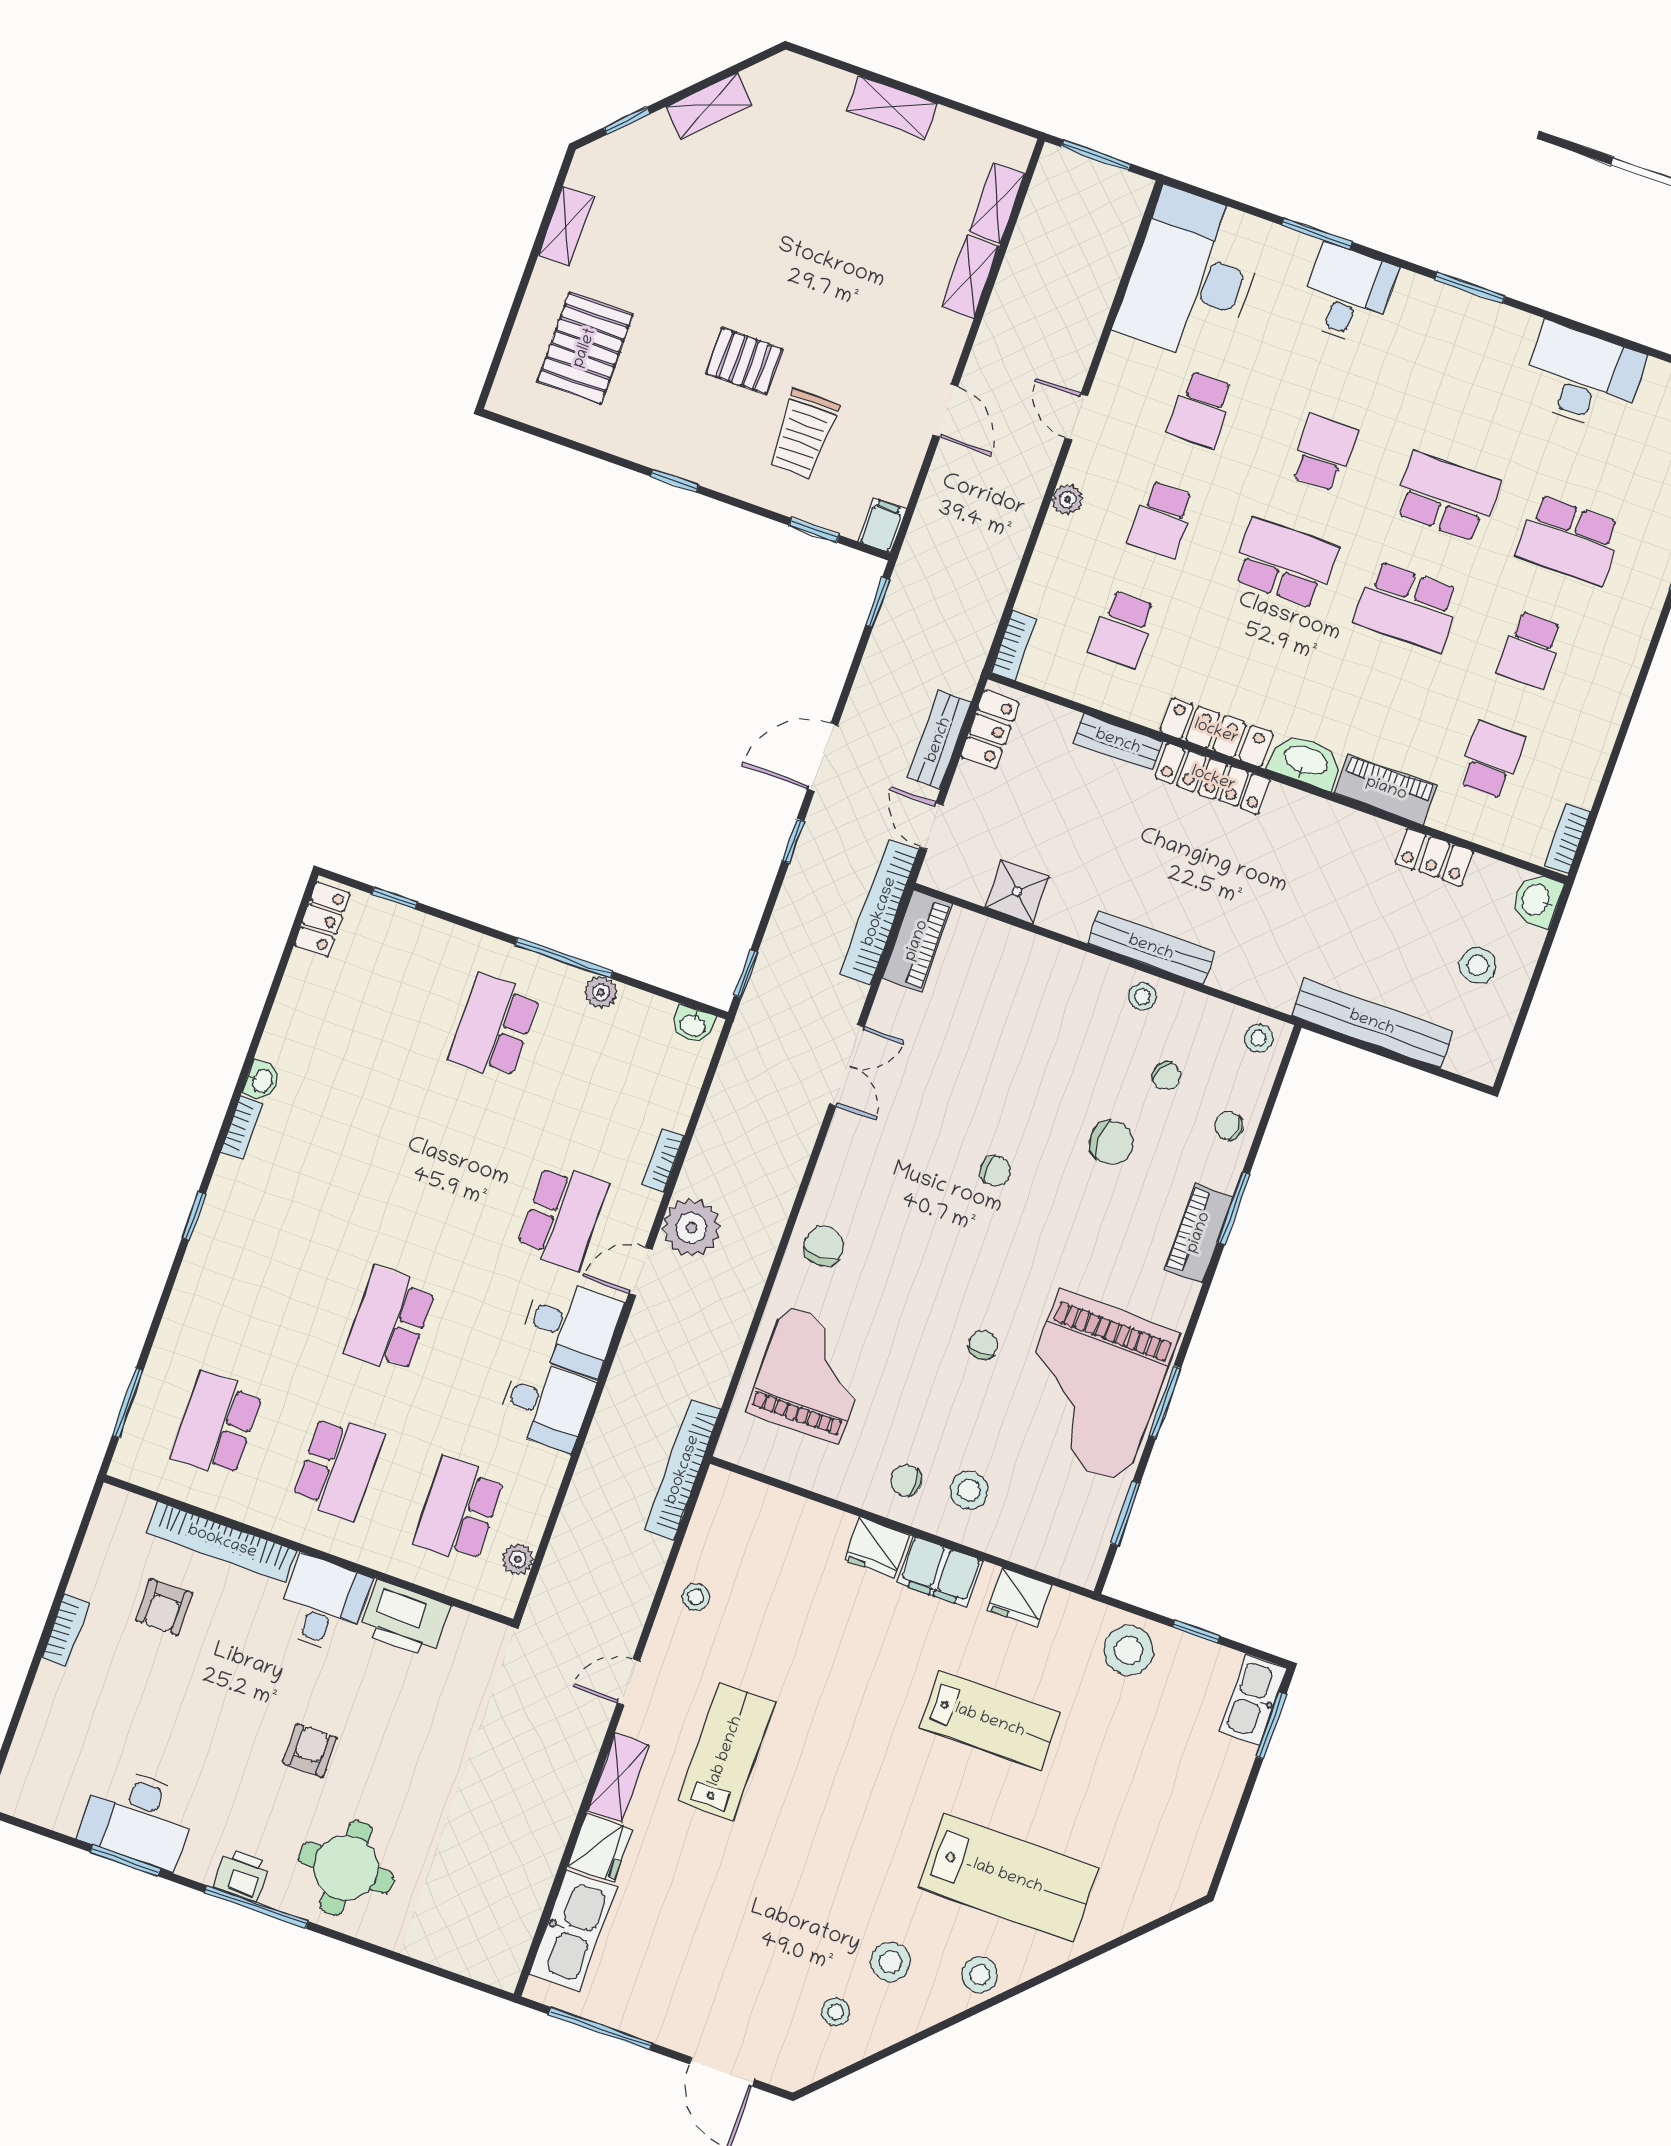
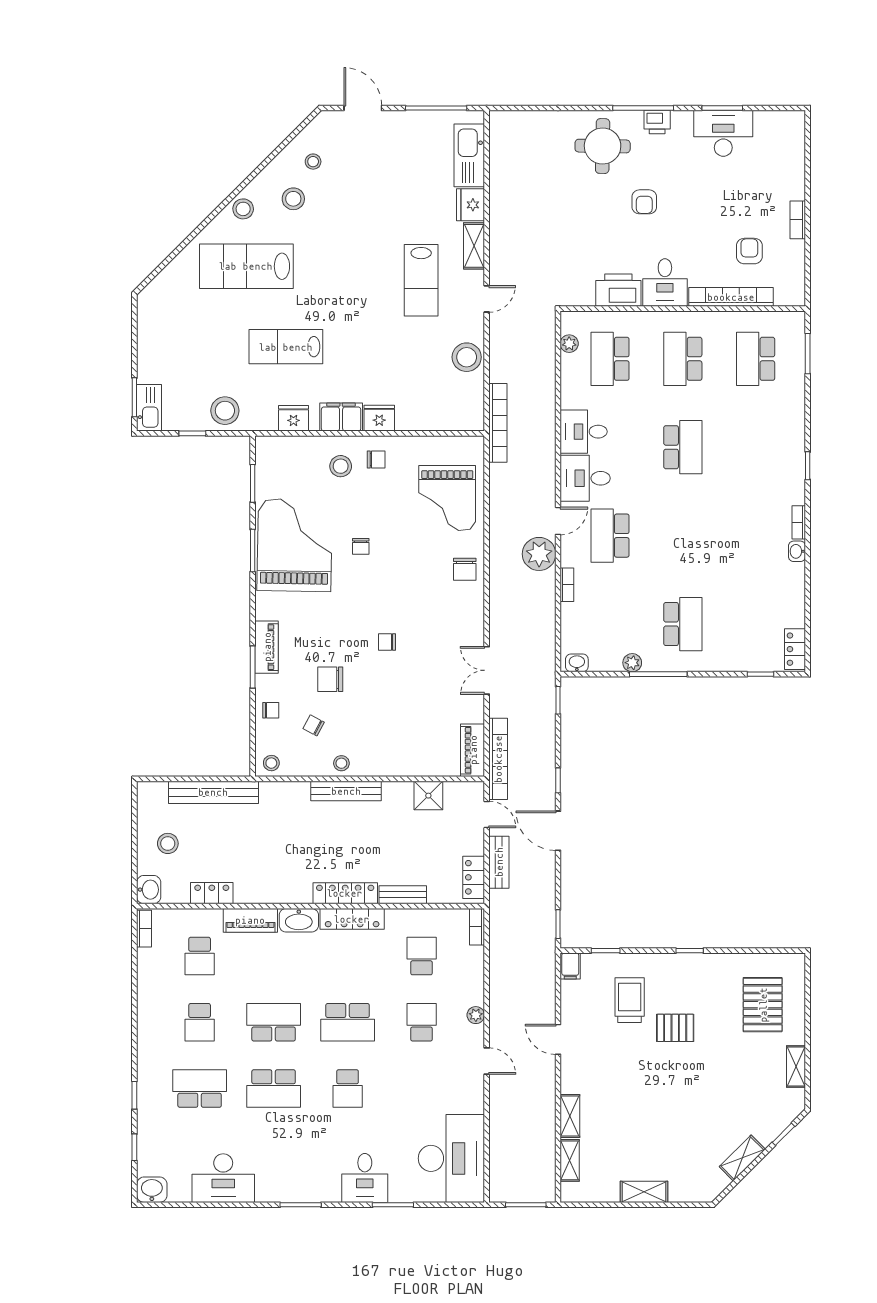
school desk: (1201, 410) -> (422, 1088), removed
school desk: (1530, 650) -> (200, 1022), turned 180
door: (823, 757) -> (558, 831), swing flipped
school desk: (217, 1424) -> (756, 359), turned 180
school desk: (459, 1510) -> (610, 359), turned 180
stool: (696, 1597) -> (467, 357), width x1.89, depth x1.89

